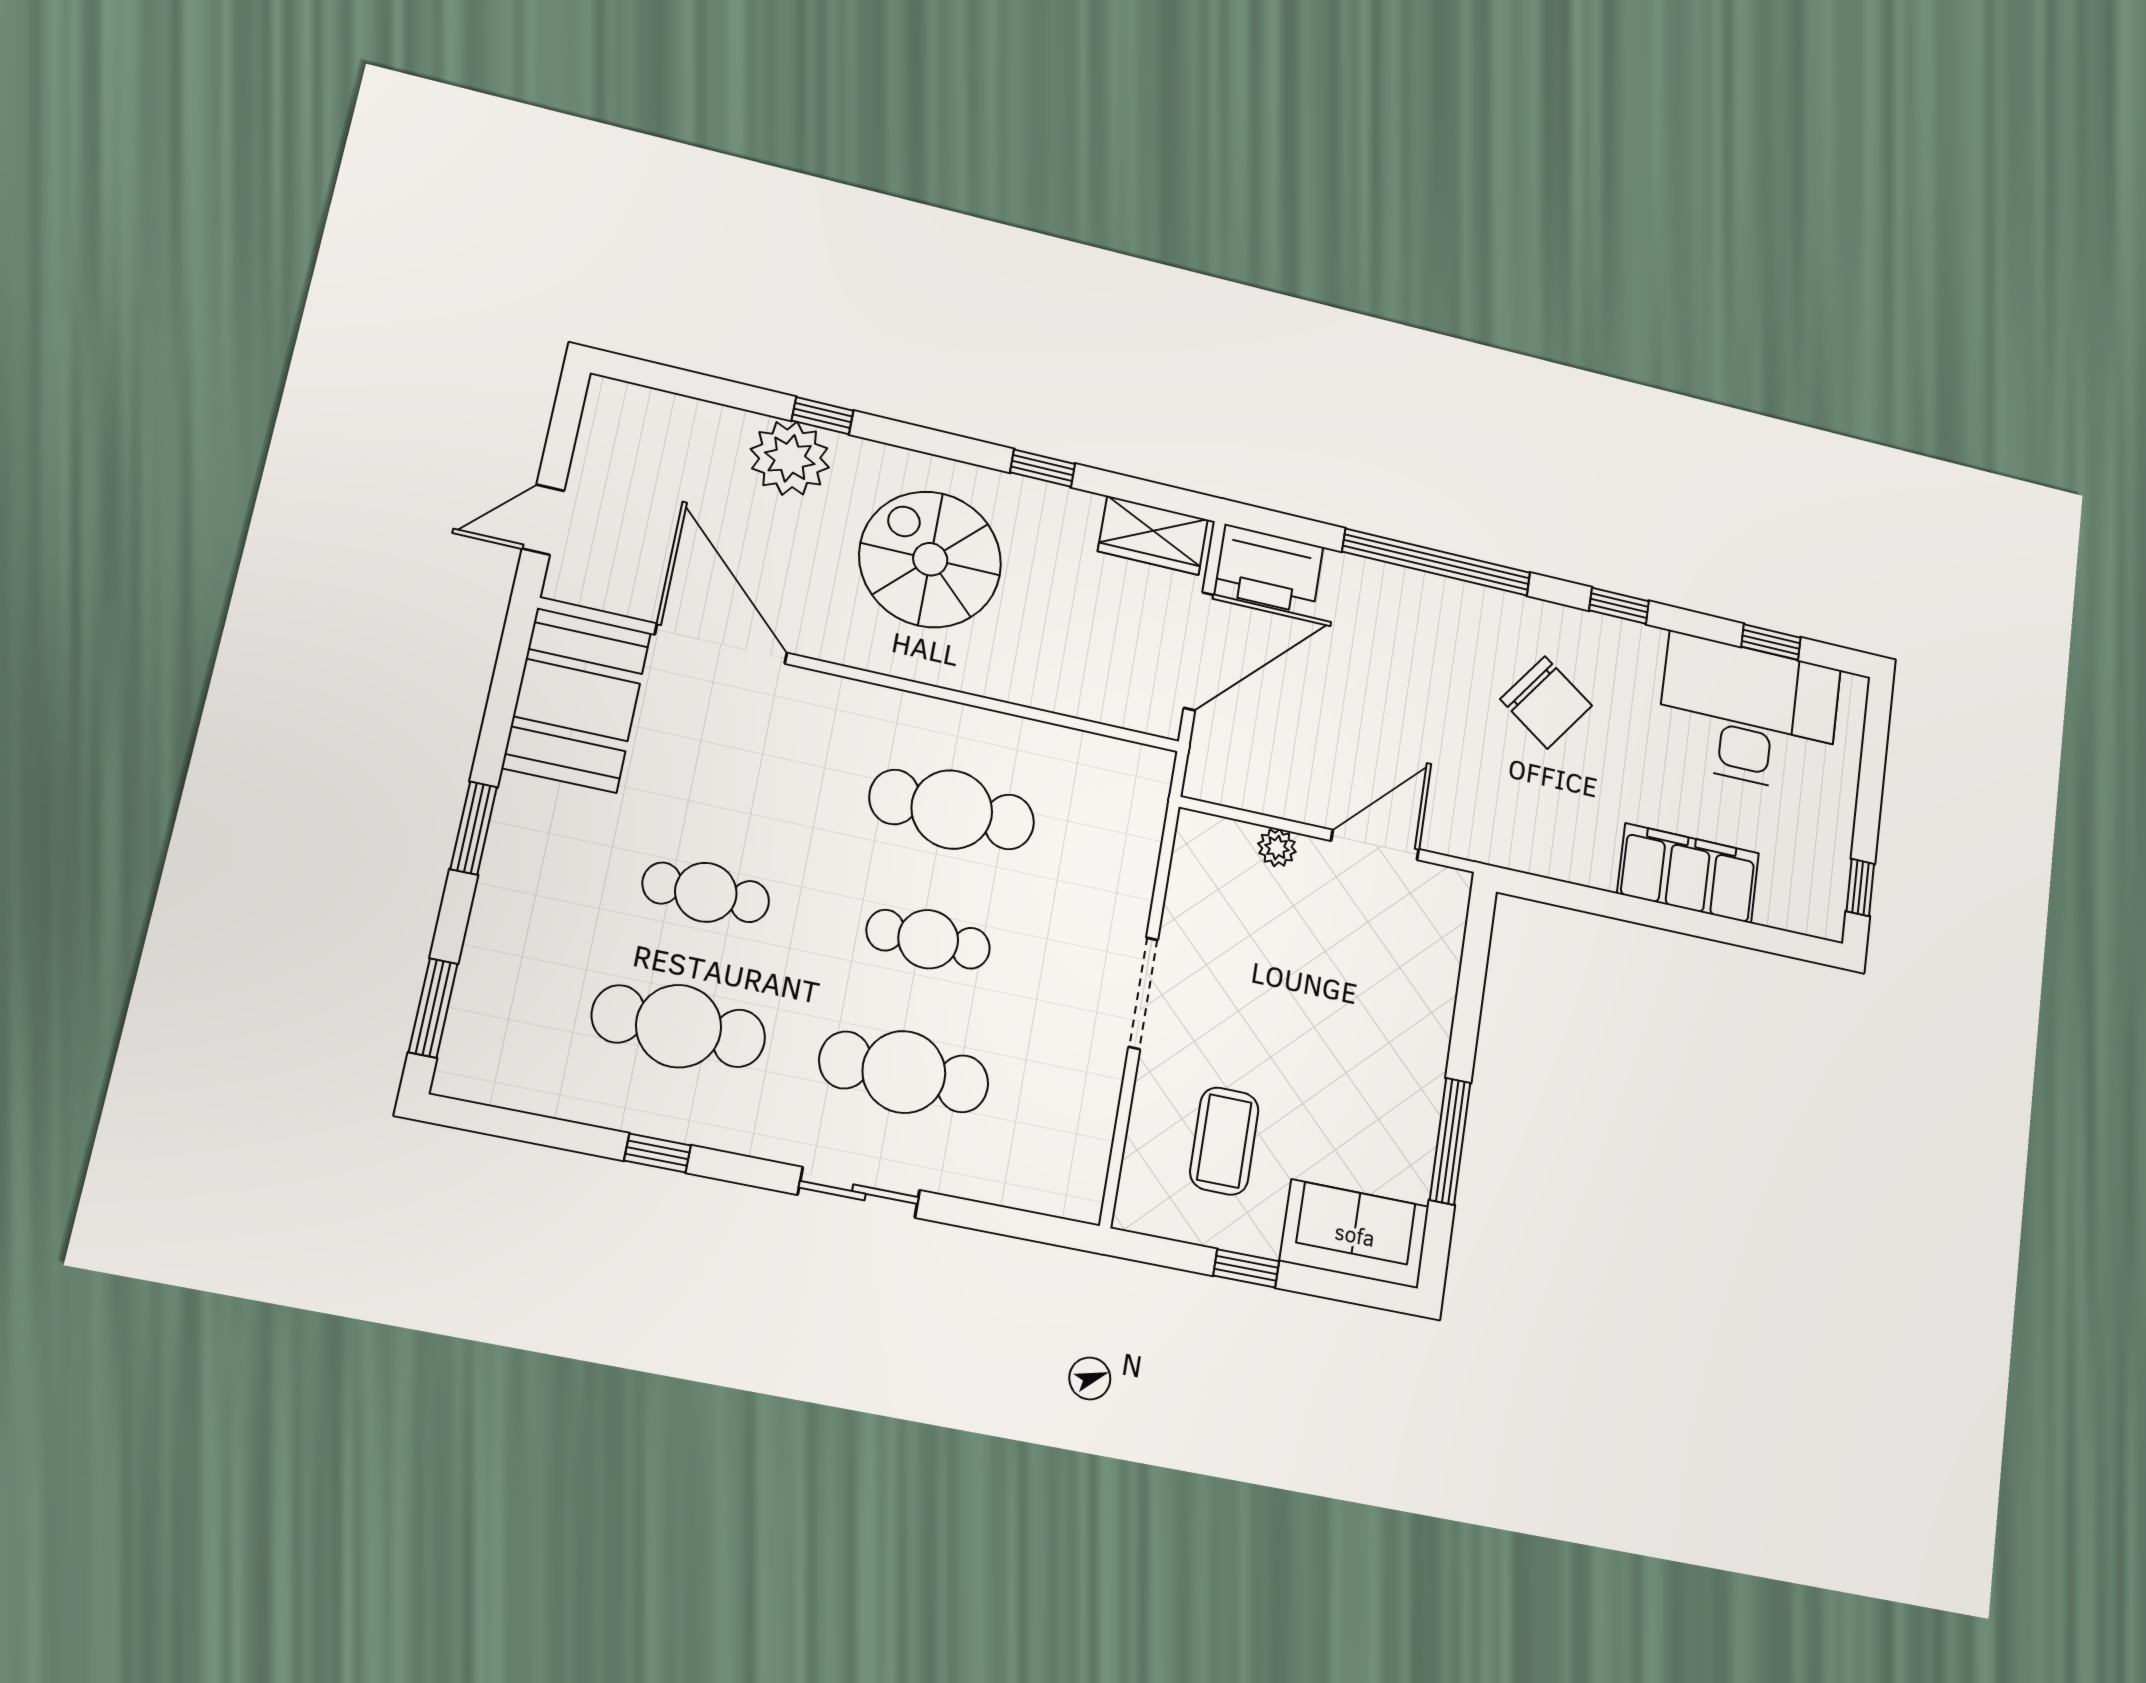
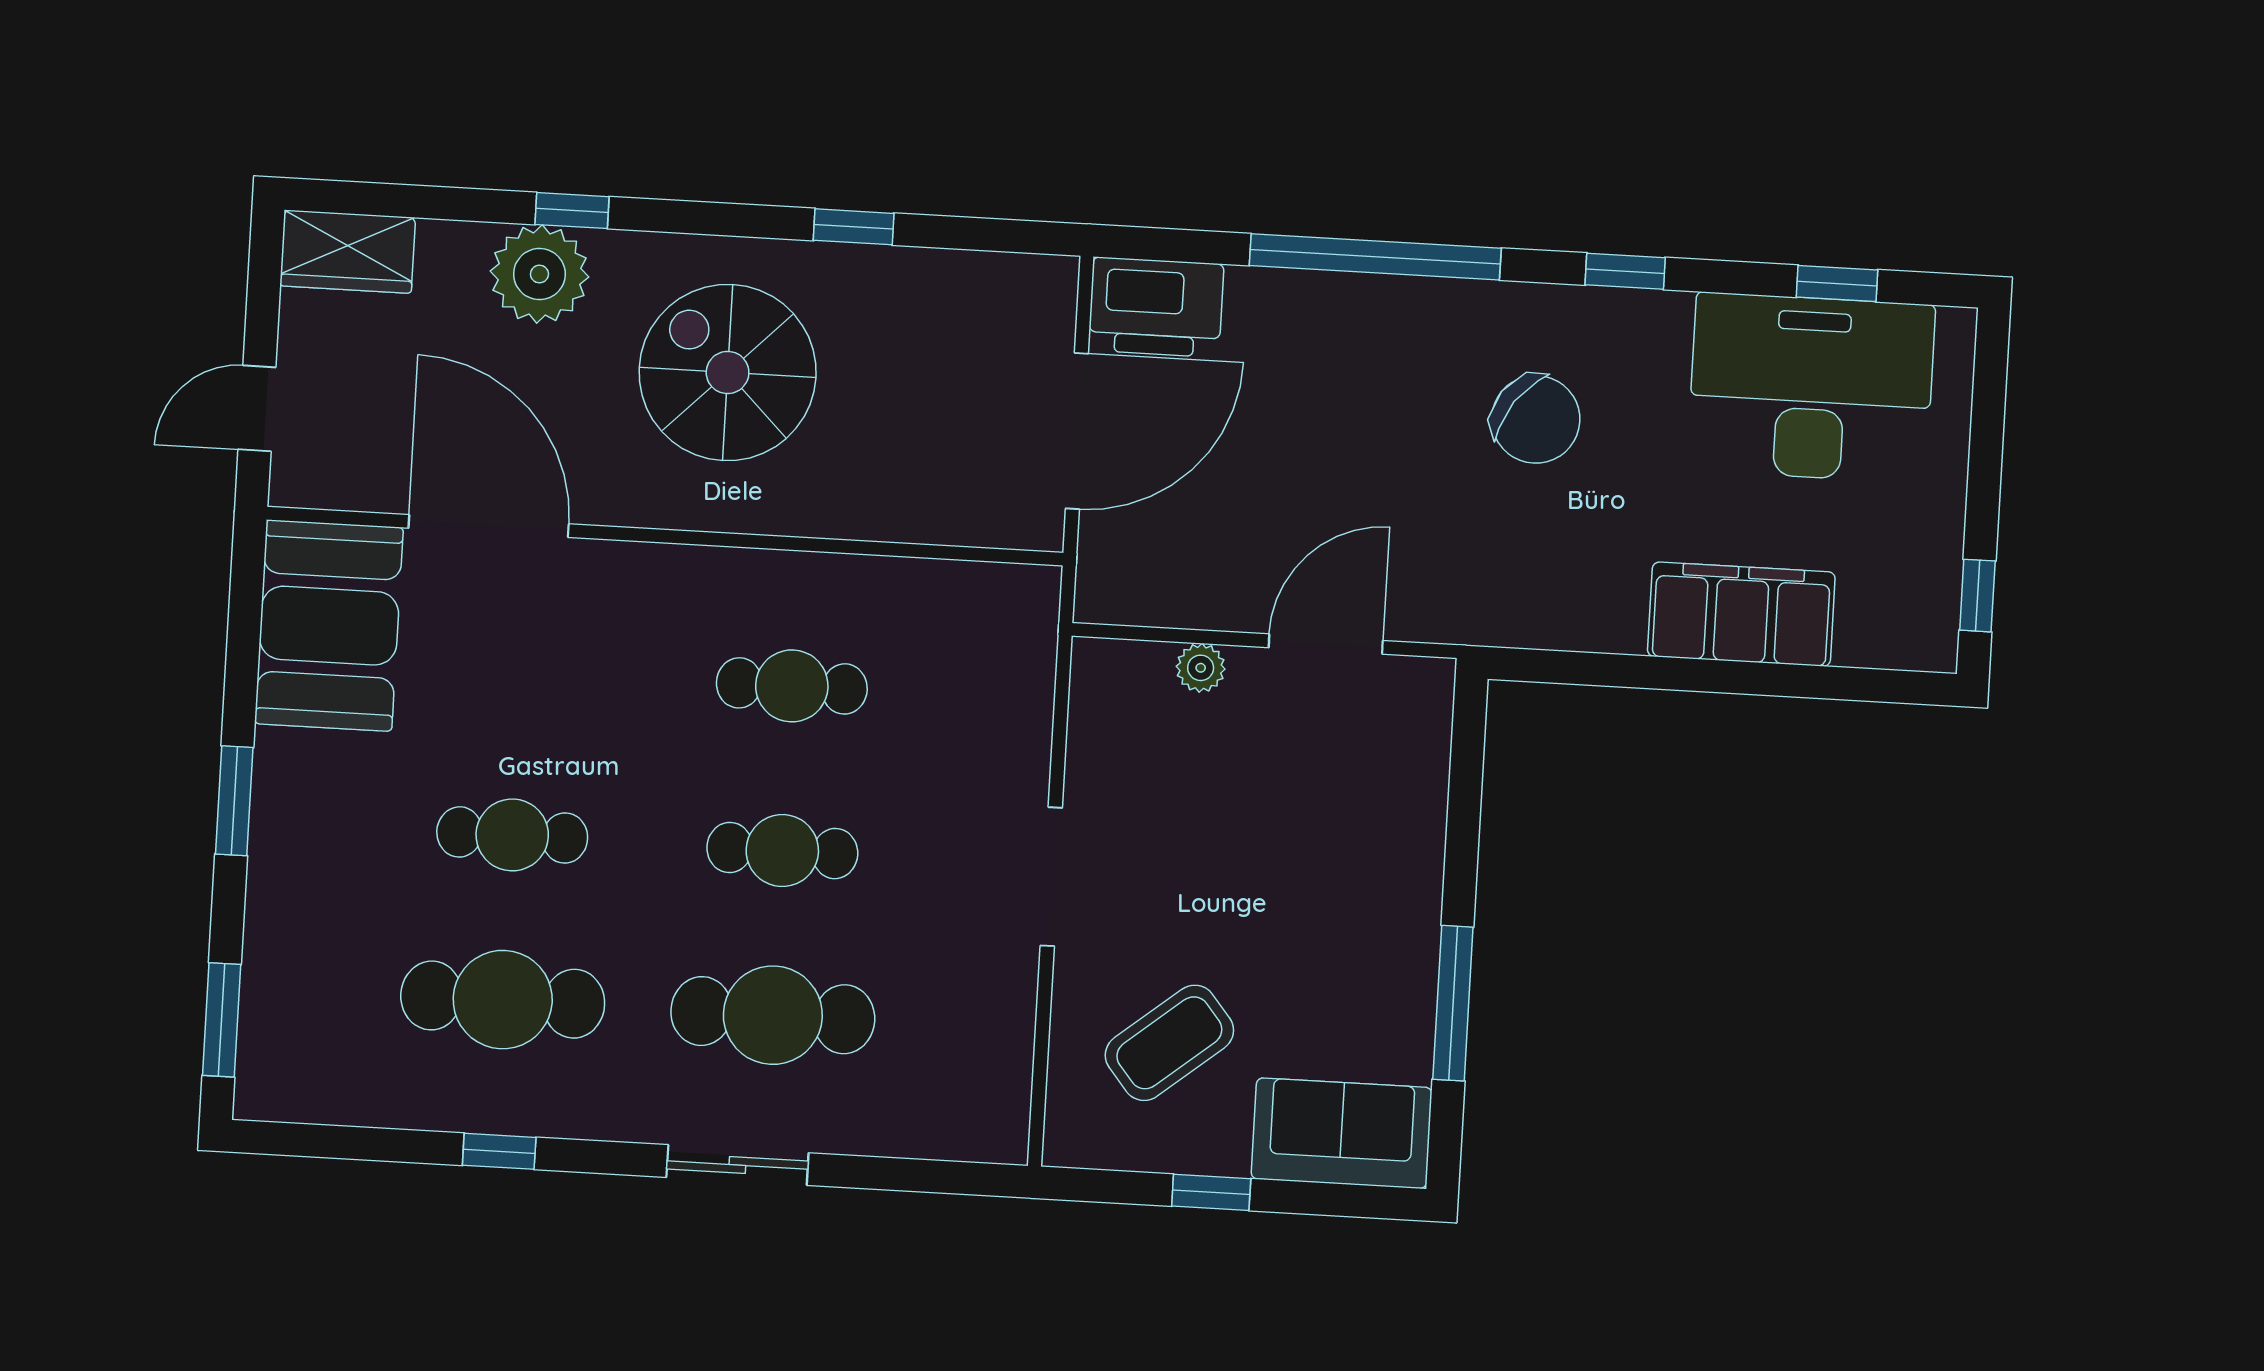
wardrobe: (1153, 535) -> (348, 252), moved
cafe table: (952, 810) -> (792, 686), width x0.73, depth x0.74
coffee table: (1224, 1141) -> (1169, 1043), turned 51

